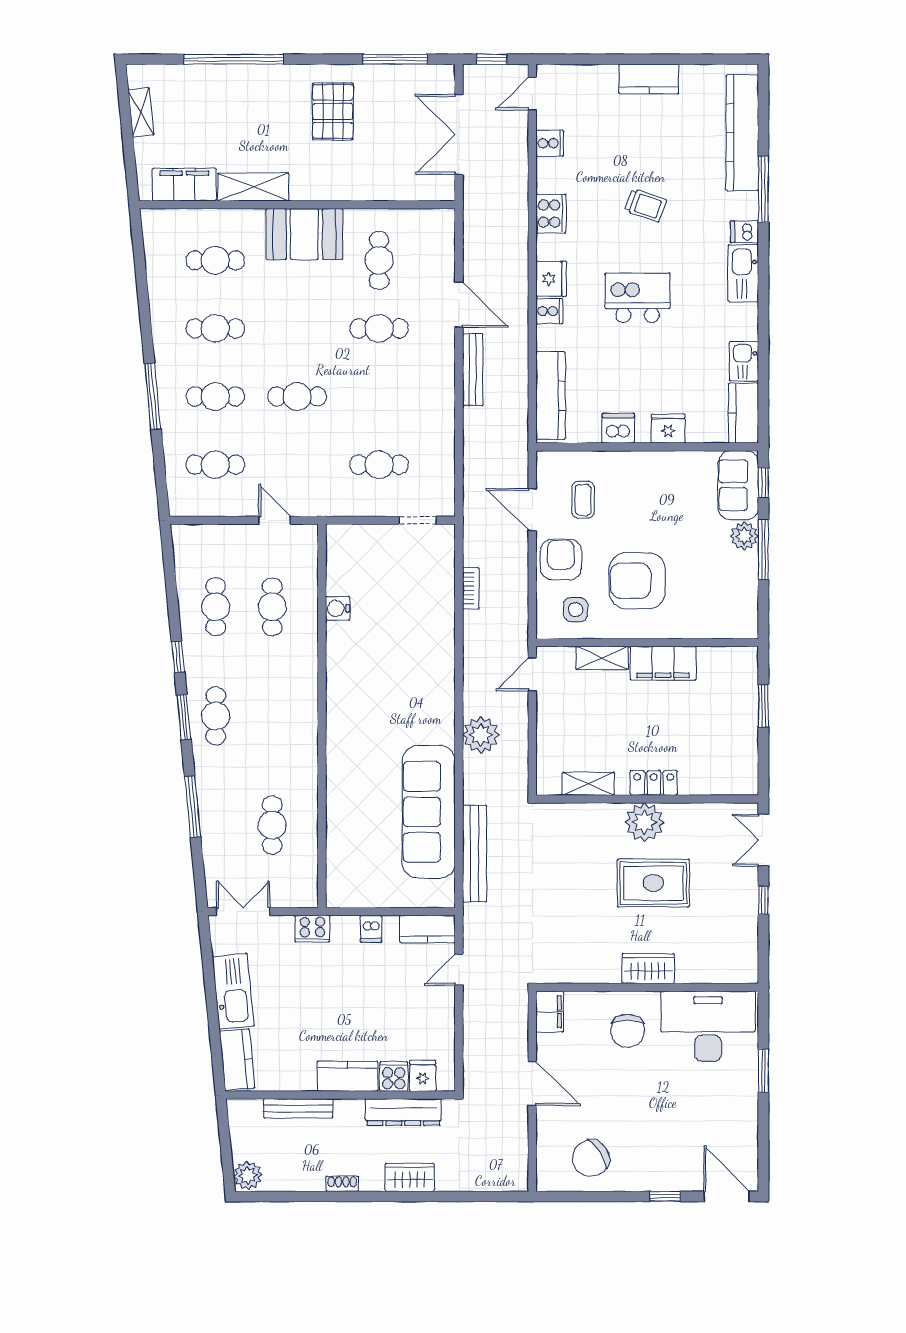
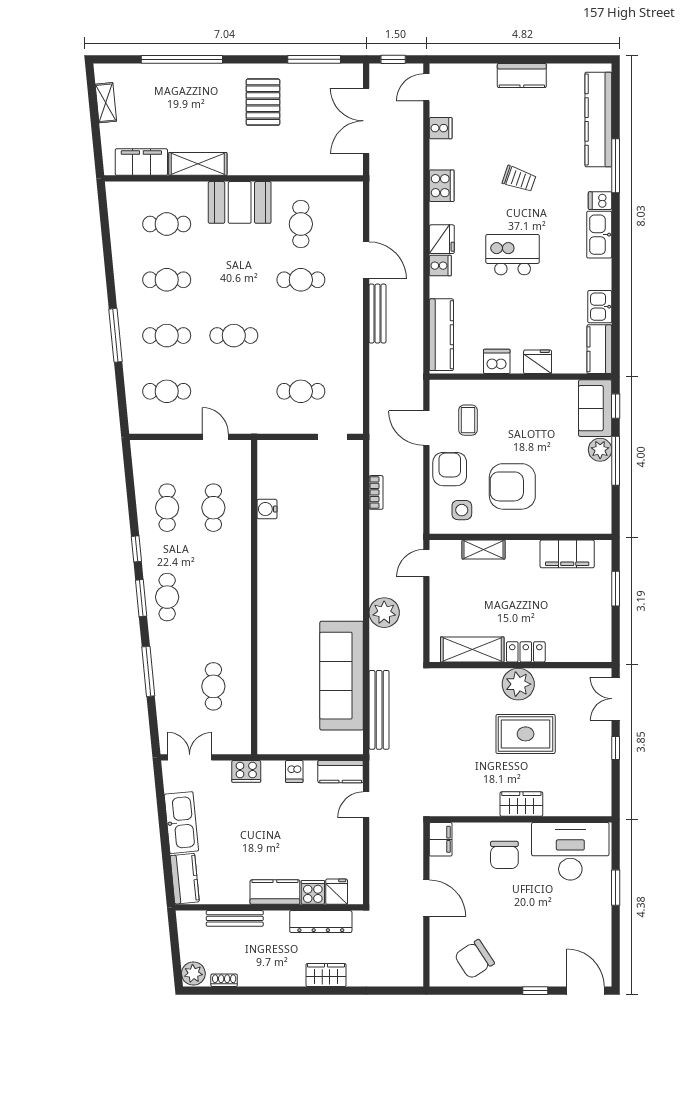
filing cabinet: (663, 663) -> (567, 554), moved
shelving: (588, 784) -> (472, 649), width x1.50, depth x1.33
shoe rack: (342, 1184) -> (224, 980), moved

